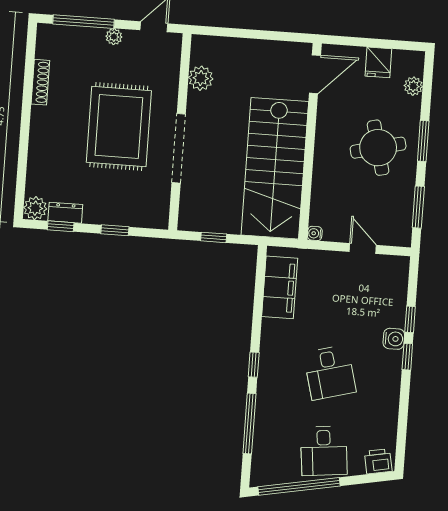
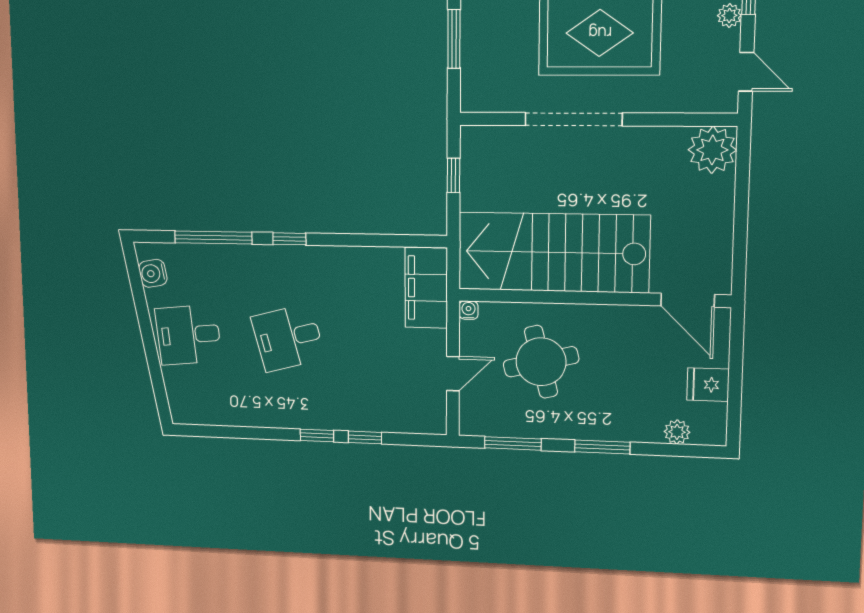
plant: (201, 78) -> (712, 150), moved, width x1.36, depth x1.36
round table: (378, 148) -> (541, 362), moved
window: (115, 230) -> (454, 39), width x1.50
filing cabinet: (280, 287) -> (426, 288), moved, turned 90
water cooler: (394, 339) -> (153, 273), moved, turned 79
printer: (378, 461) -> (182, 403), removed
window: (299, 486) -> (141, 305), removed

